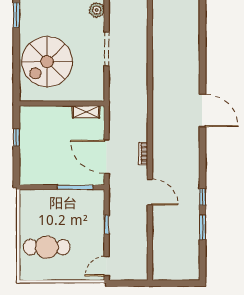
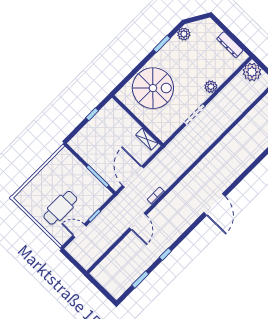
spiral stairs: (47, 62) -> (153, 88), turned 180
window: (203, 227) -> (140, 280), moved
cafe table: (47, 247) -> (60, 208), moved, turned 90
door: (107, 266) -> (79, 231), moved

